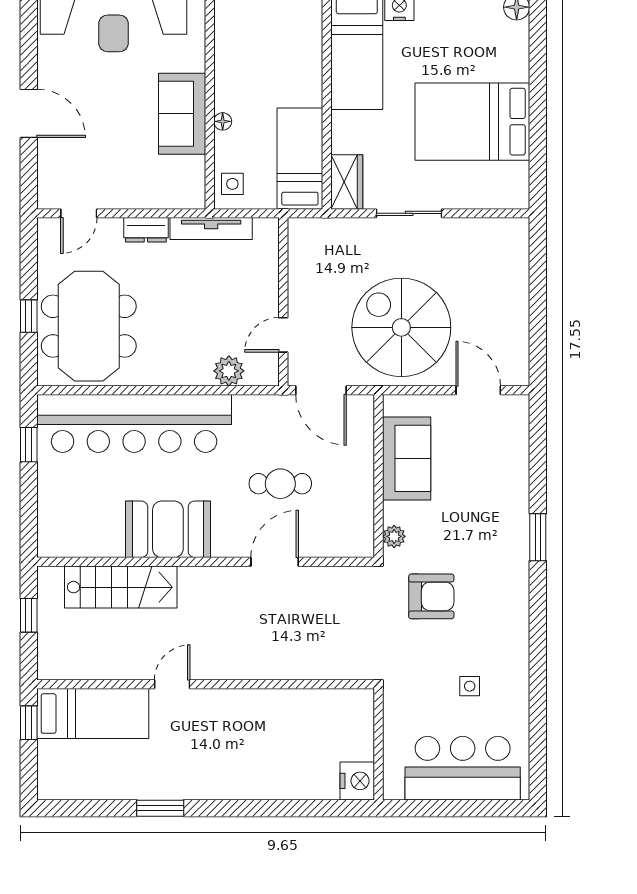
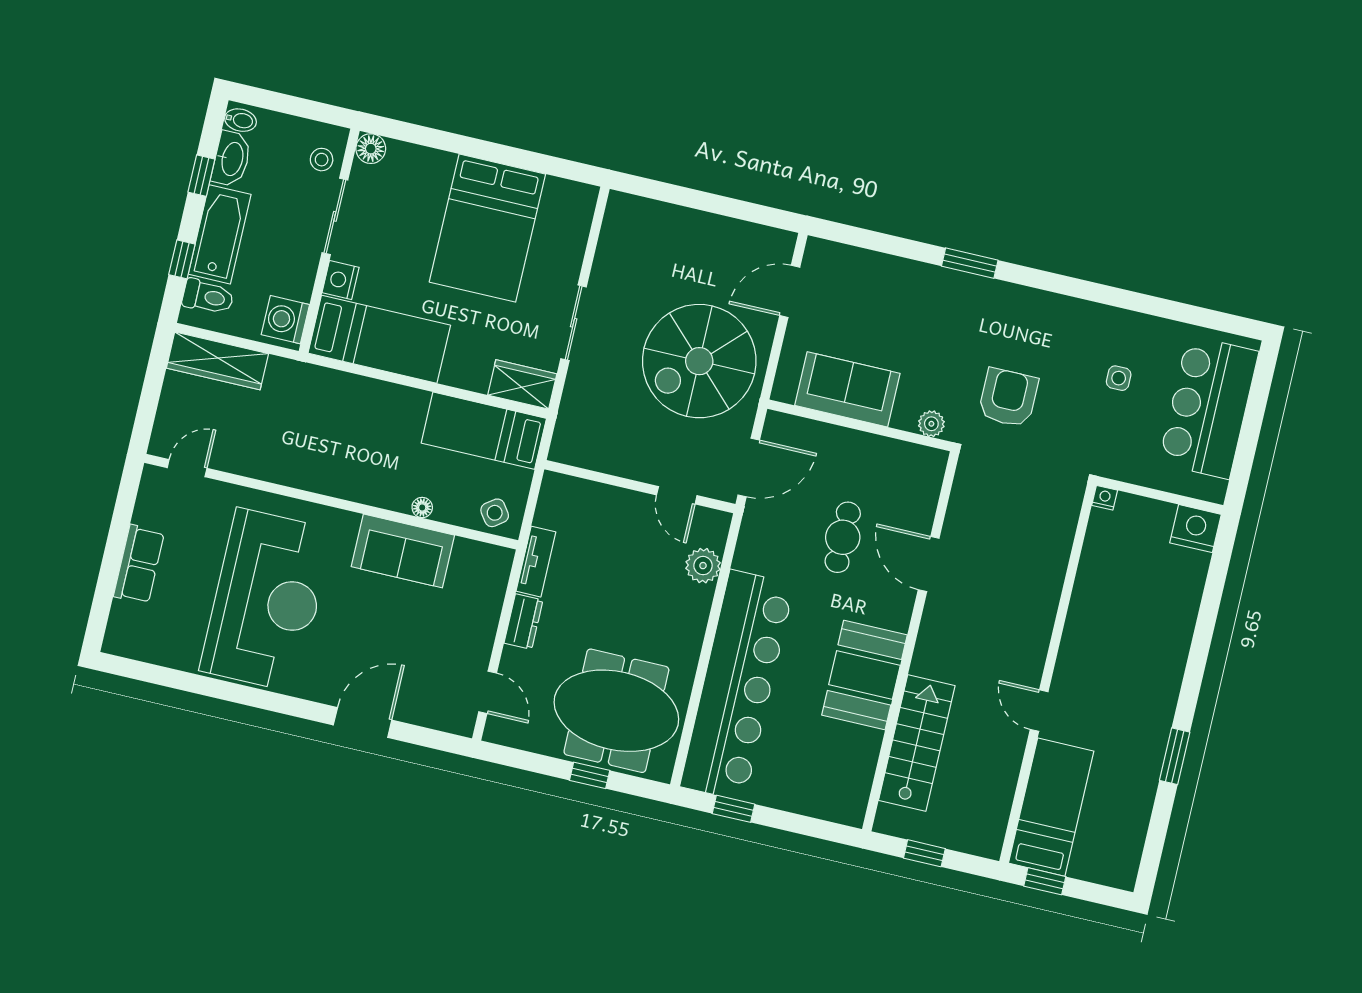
side table: (232, 184) -> (495, 513), turned -36
tv unit: (211, 229) -> (536, 562), width x0.71
nightstand: (365, 698) -> (1105, 498), added

